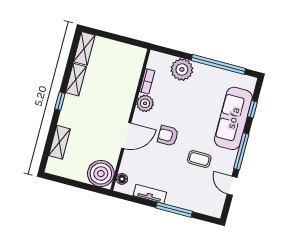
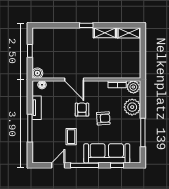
window: (218, 64) -> (143, 132), width x0.68
plant: (145, 103) -> (133, 87), moved
armchair: (187, 111) -> (103, 118), added
shelving: (60, 142) -> (57, 33), removed
boiler: (101, 174) -> (37, 73), width x0.54, depth x0.54
window: (74, 183) -> (30, 51), added

